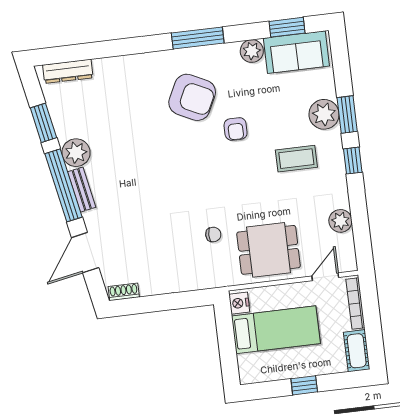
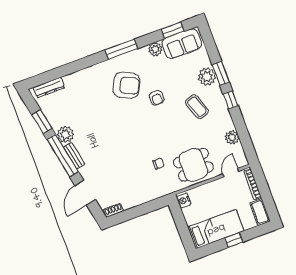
coffee table: (296, 159) -> (197, 107), turned 71
bed: (276, 330) -> (216, 229), moved

